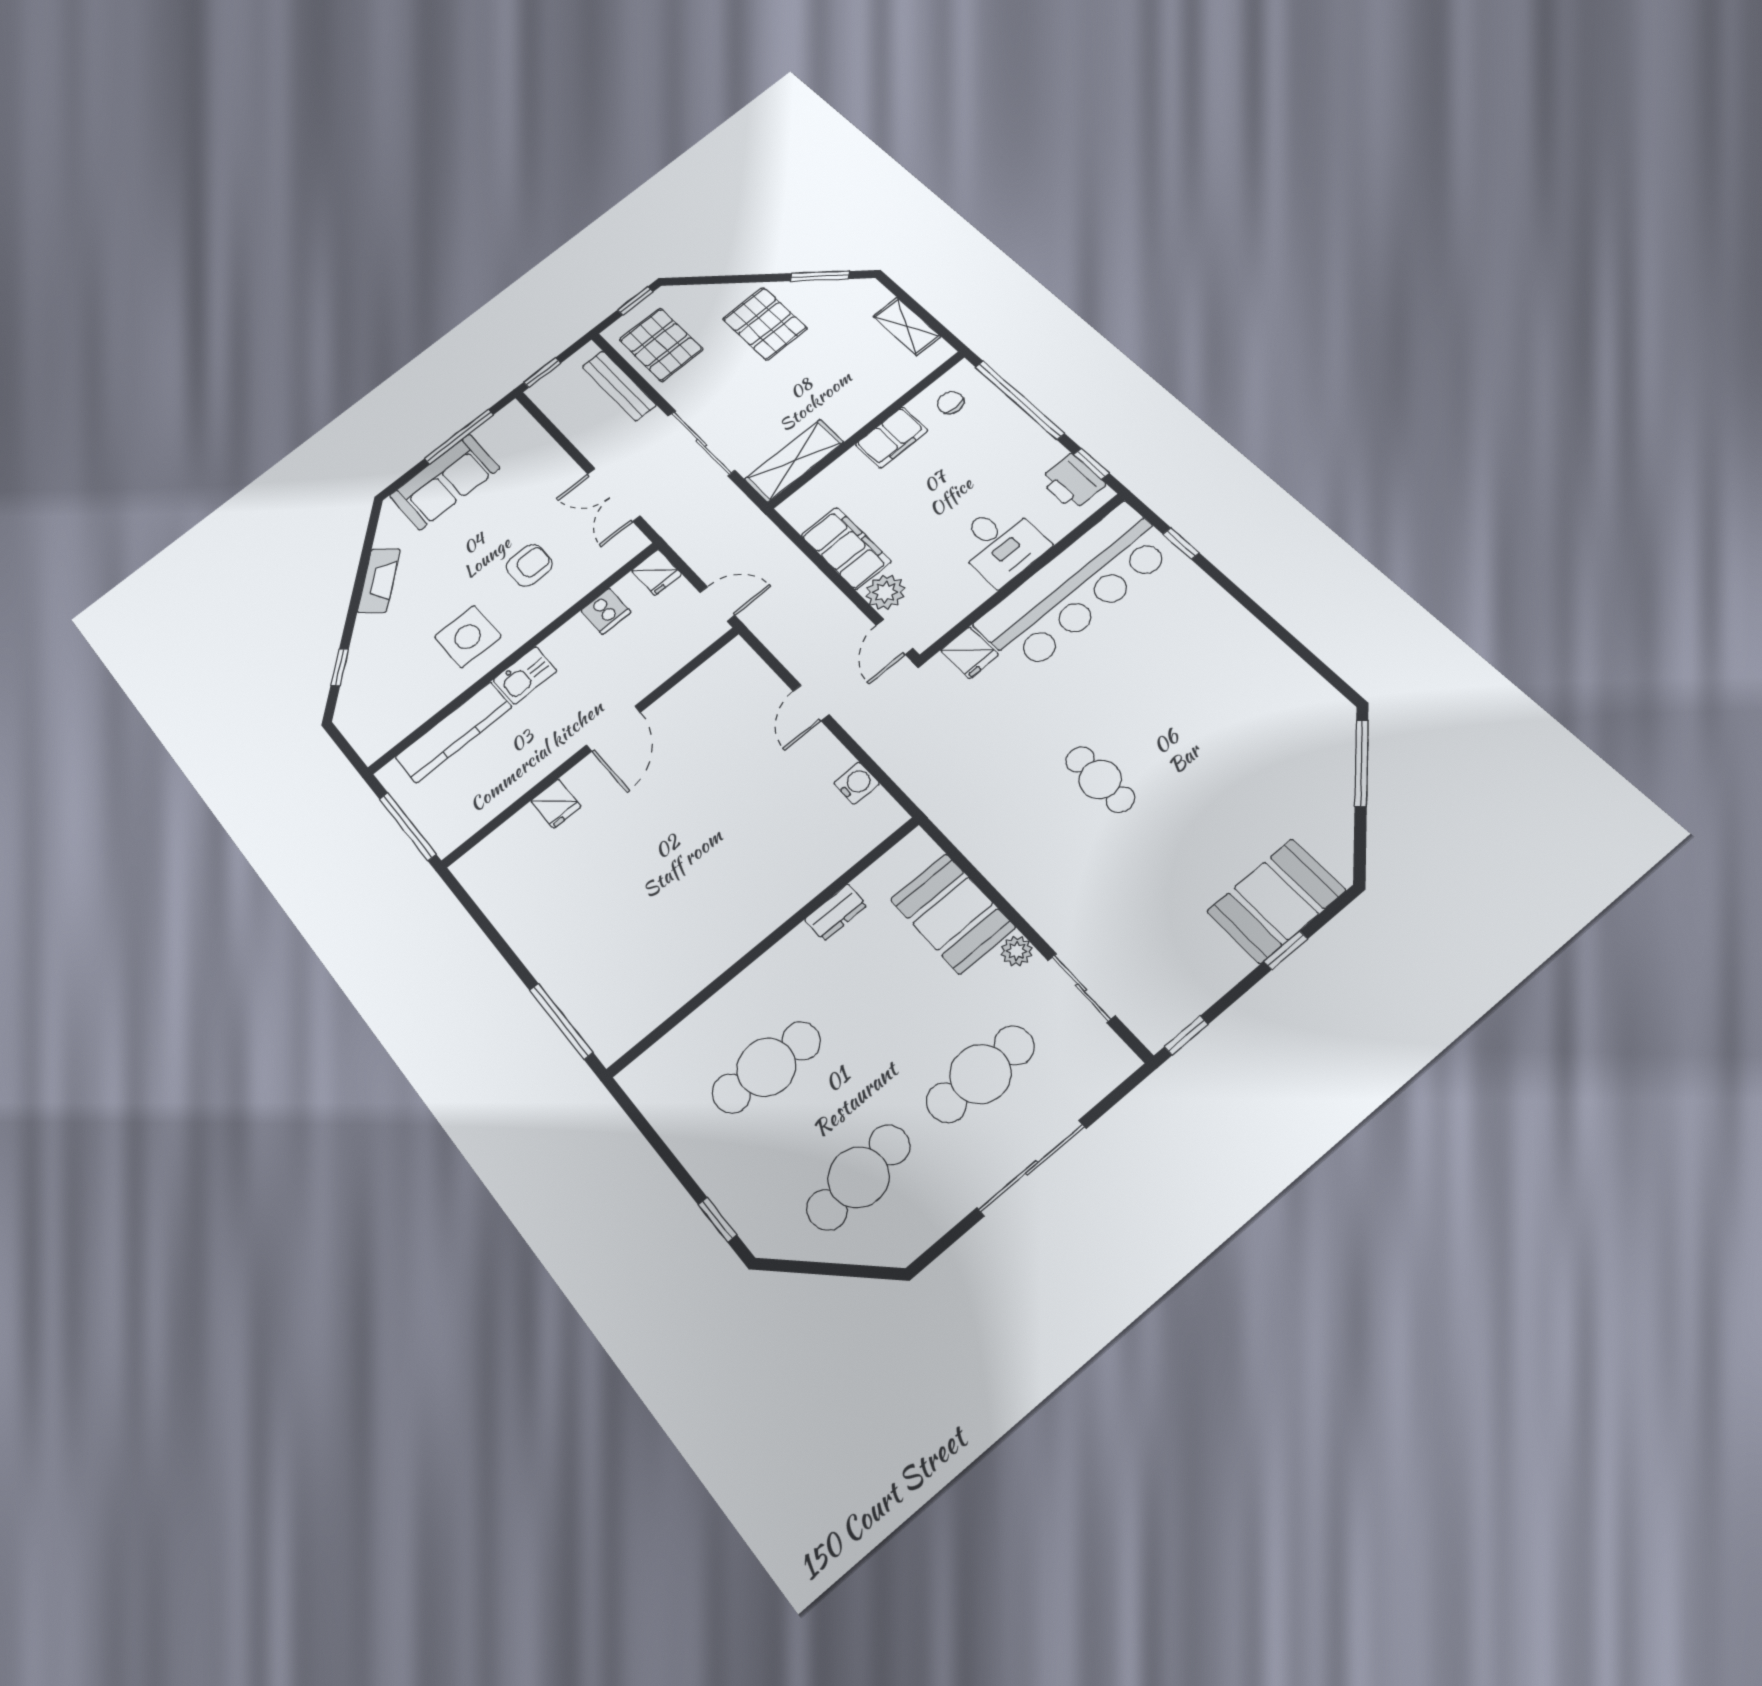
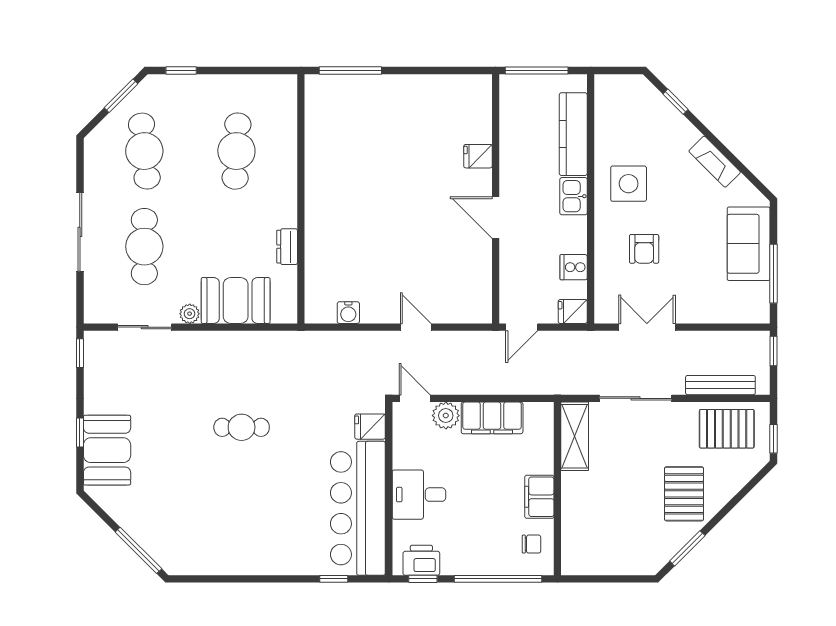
pallet: (765, 324) -> (684, 494), turned 90
shelving: (907, 326) -> (605, 564), removed
window: (810, 1268) -> (121, 96), added

